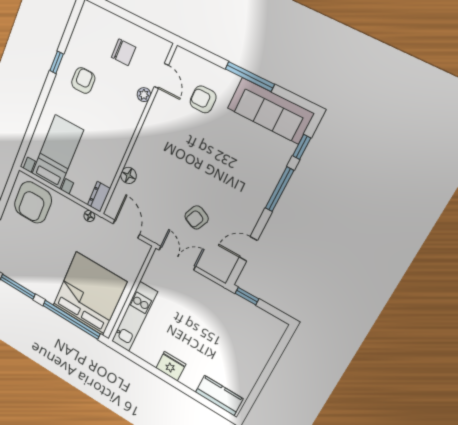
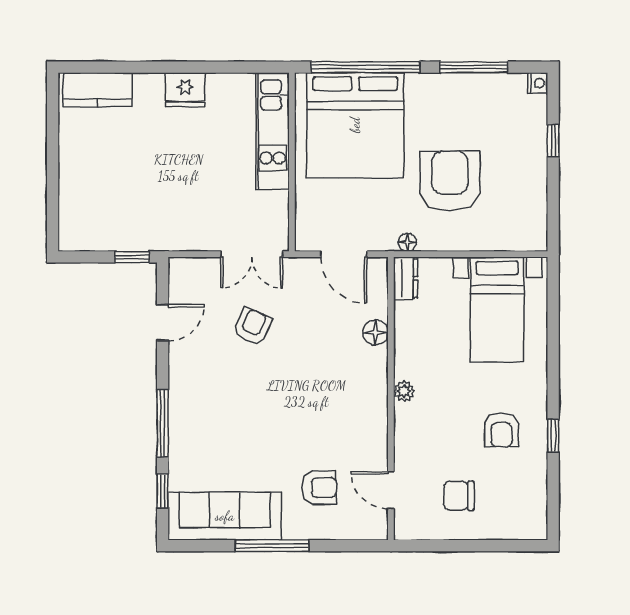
plant: (144, 95) -> (404, 391), moved
armchair: (33, 202) -> (450, 181), moved

